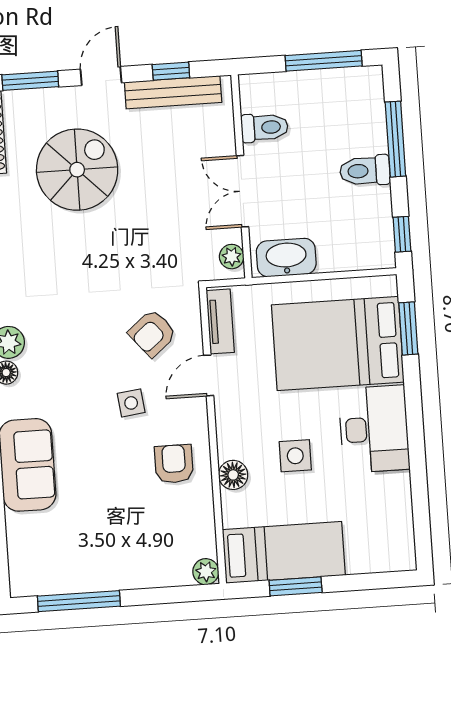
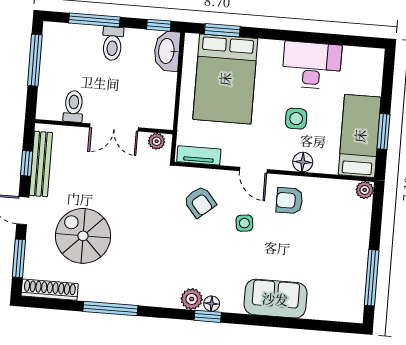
washbasin: (286, 258) -> (167, 51), moved
door: (209, 375) -> (253, 170), moved
desk: (374, 429) -> (312, 65), moved

